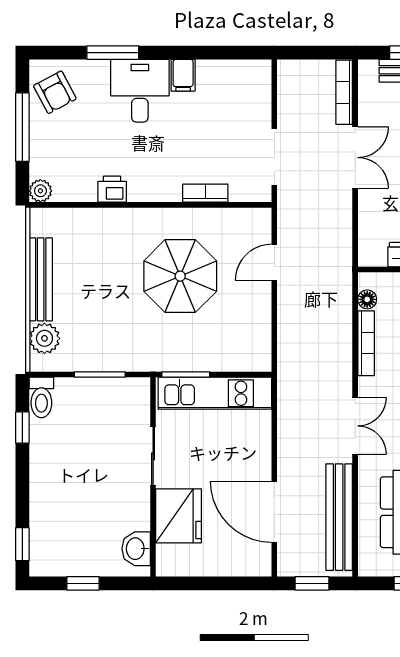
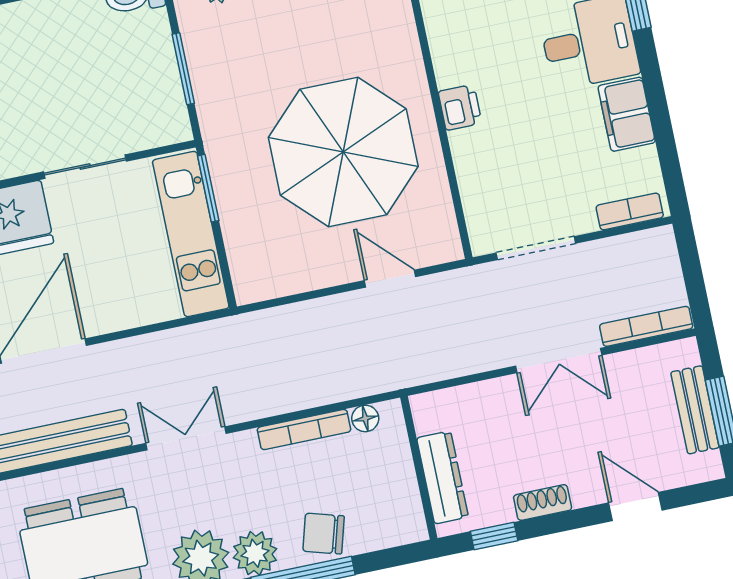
filing cabinet: (183, 75) -> (627, 114), width x2.00
printer: (112, 189) -> (460, 107), moved
bookcase: (205, 193) -> (630, 211), moved, turned -90
parasol: (180, 276) -> (343, 152), width x1.36, depth x1.36
double door: (355, 426) -> (186, 438), swing flipped

